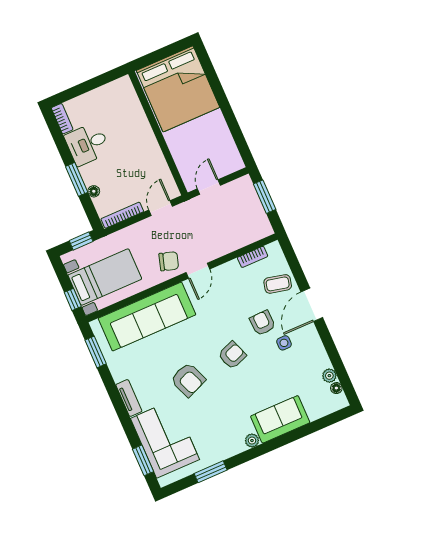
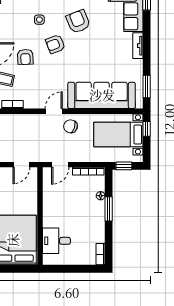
desk: (87, 144) -> (56, 241), moved, turned 180
side table: (284, 343) -> (39, 20), moved
armchair: (188, 380) -> (78, 21), moved

